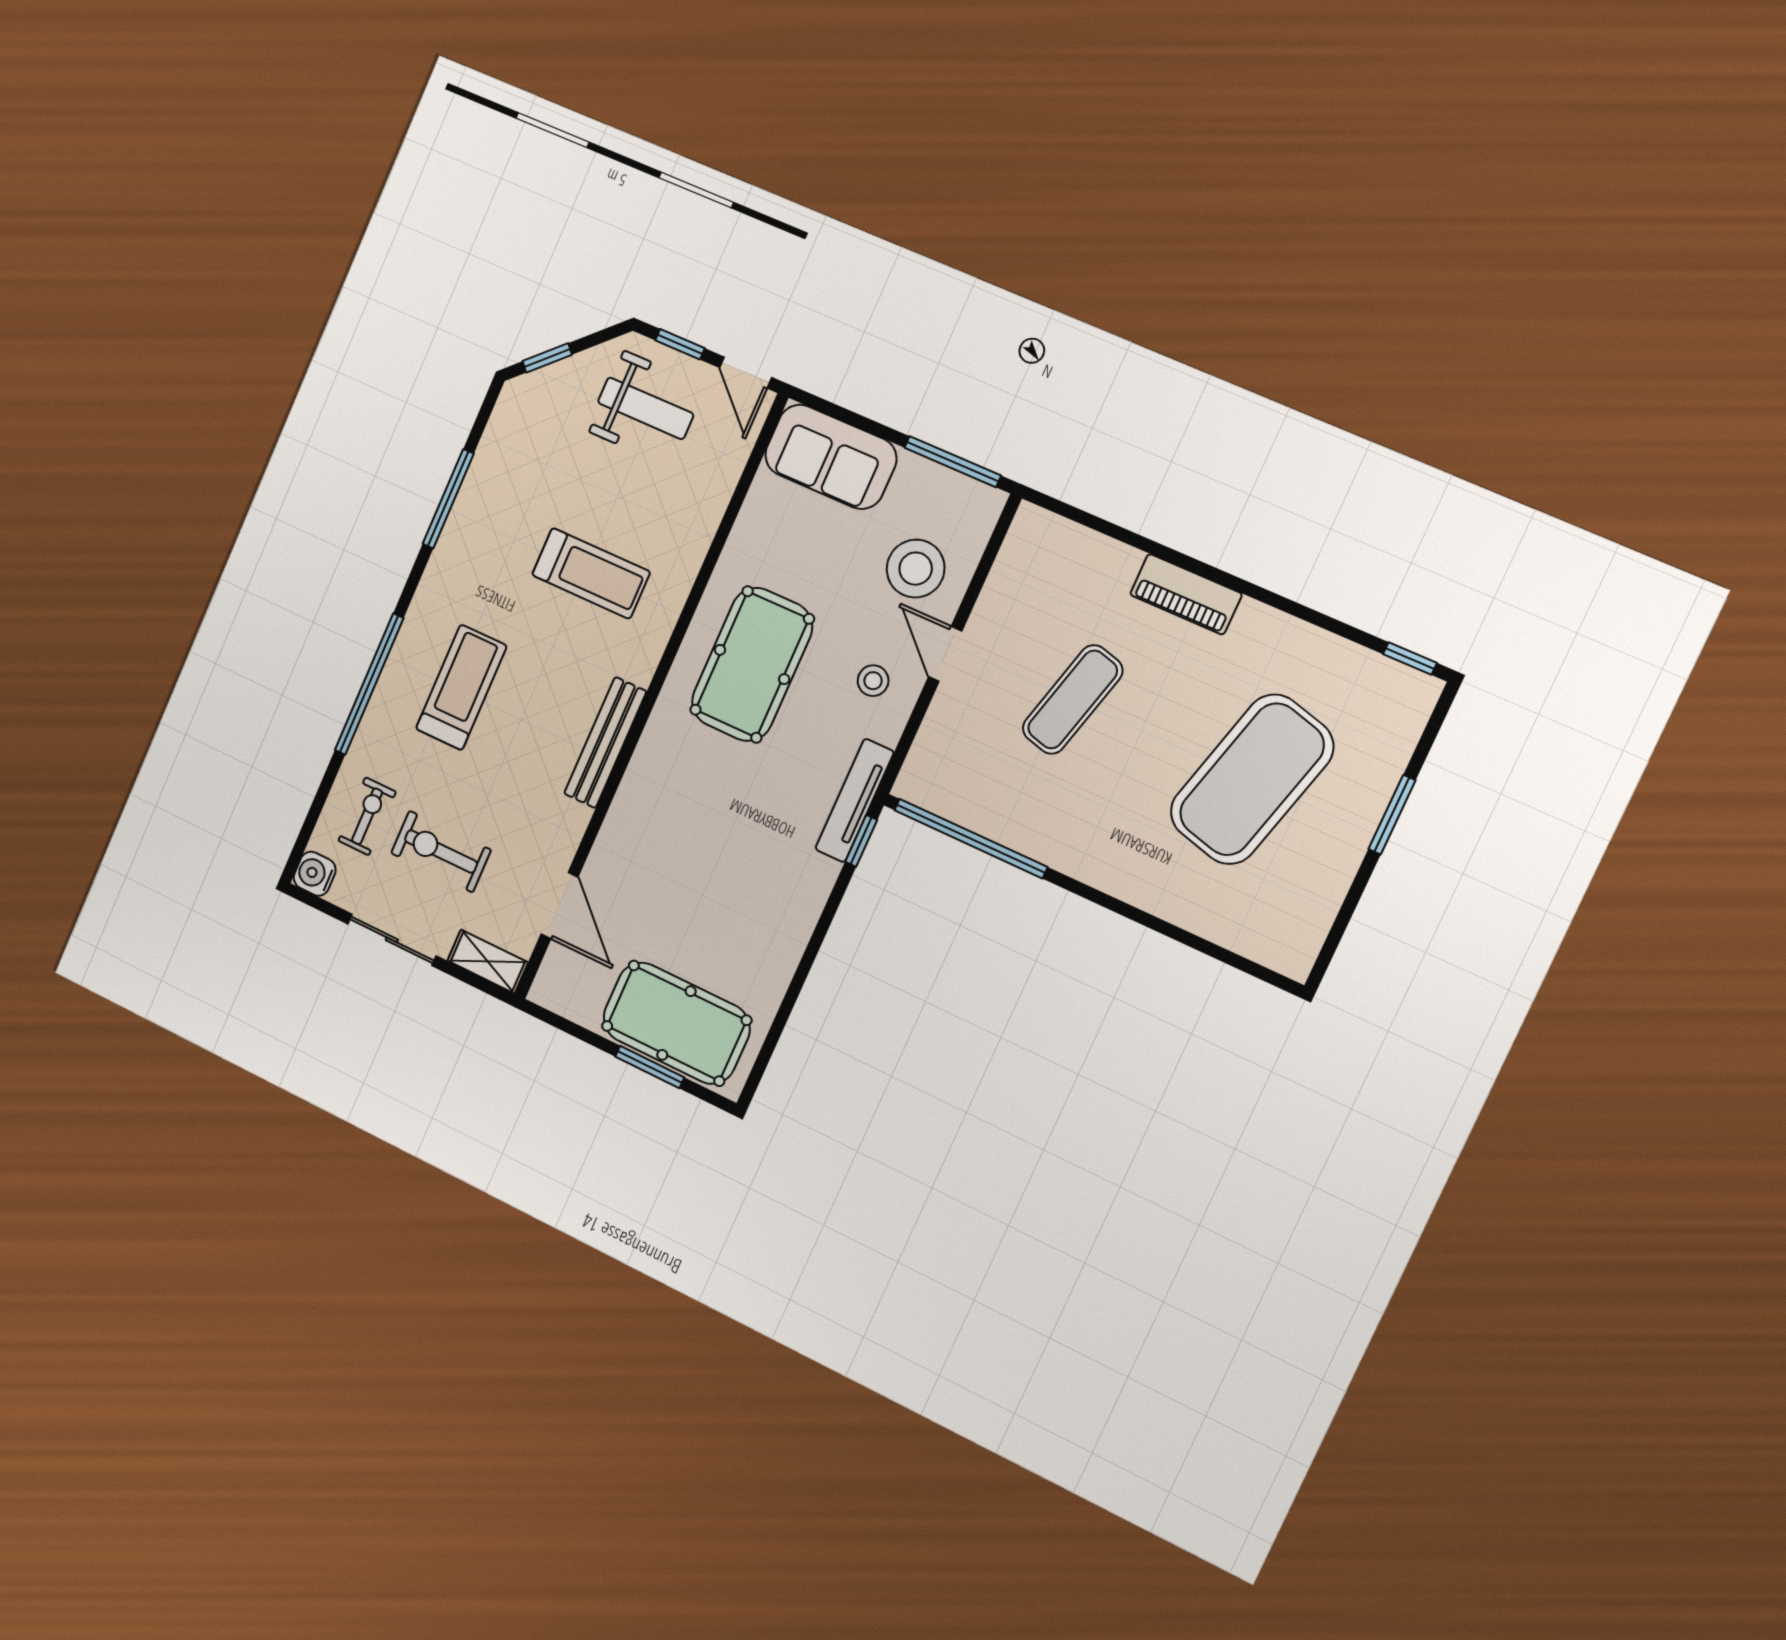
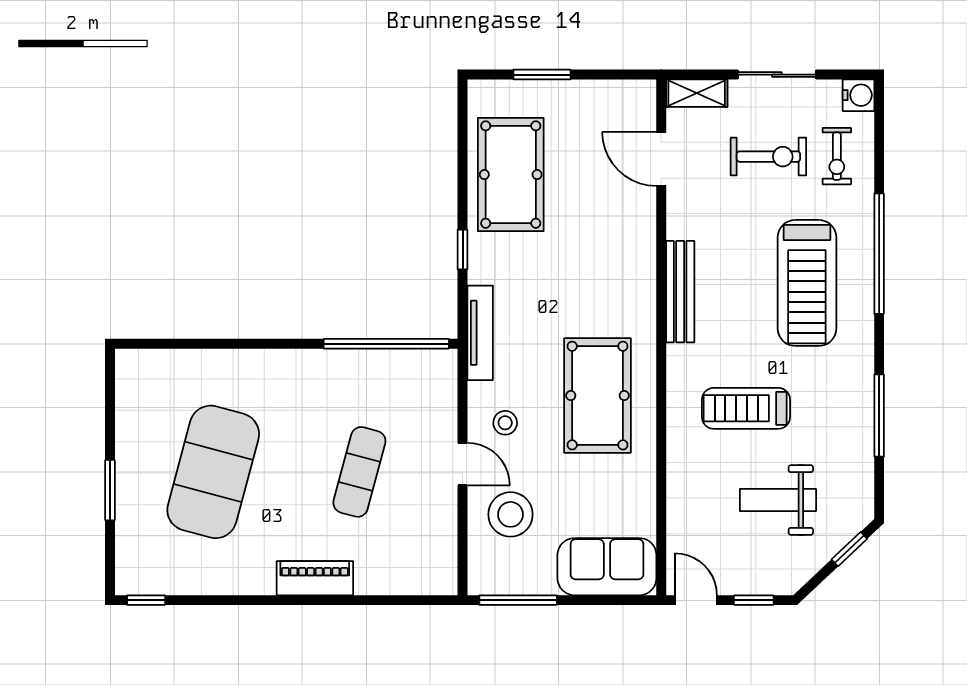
weight bench: (646, 408) -> (778, 500), moved
treadmill: (461, 687) -> (807, 283), width x1.37, depth x1.38
window: (861, 841) -> (463, 250), moved
pool table: (676, 1023) -> (511, 175), moved, turned 90

